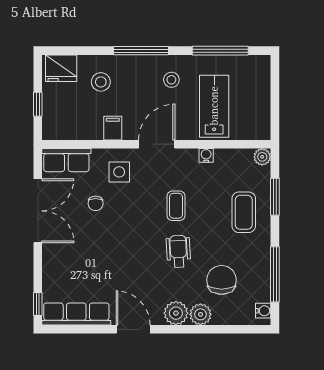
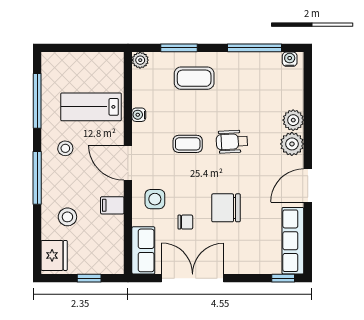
chair: (222, 280) -> (226, 208), moved

